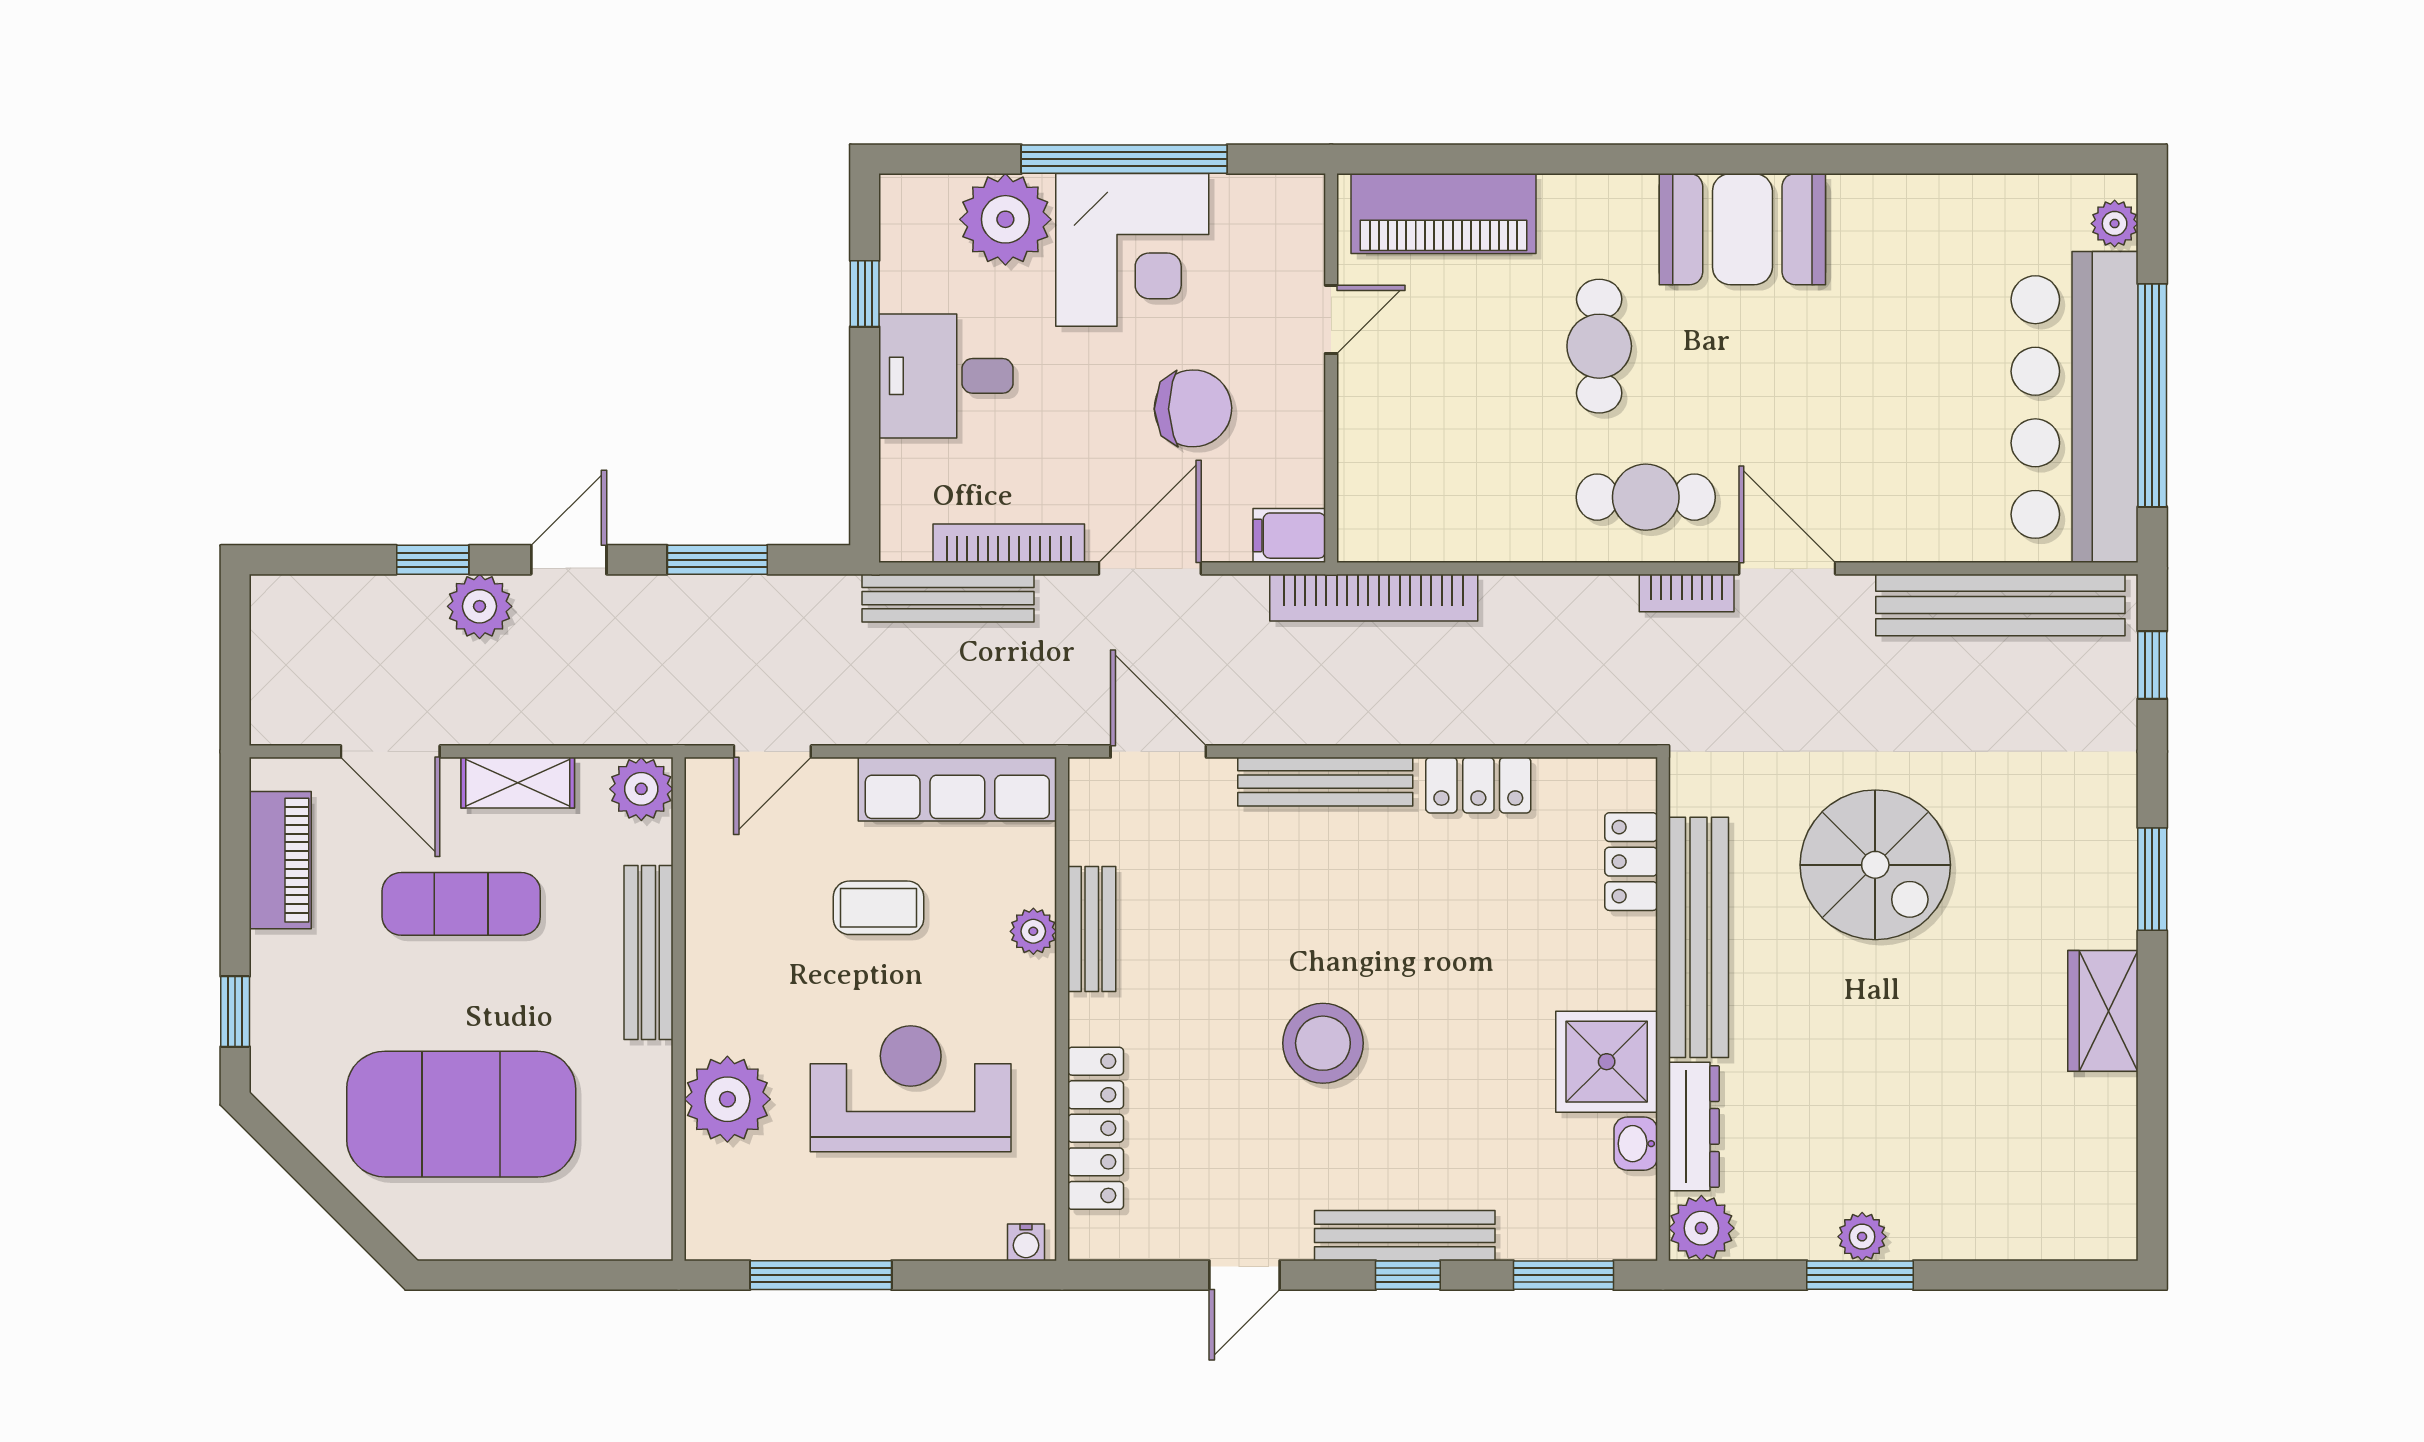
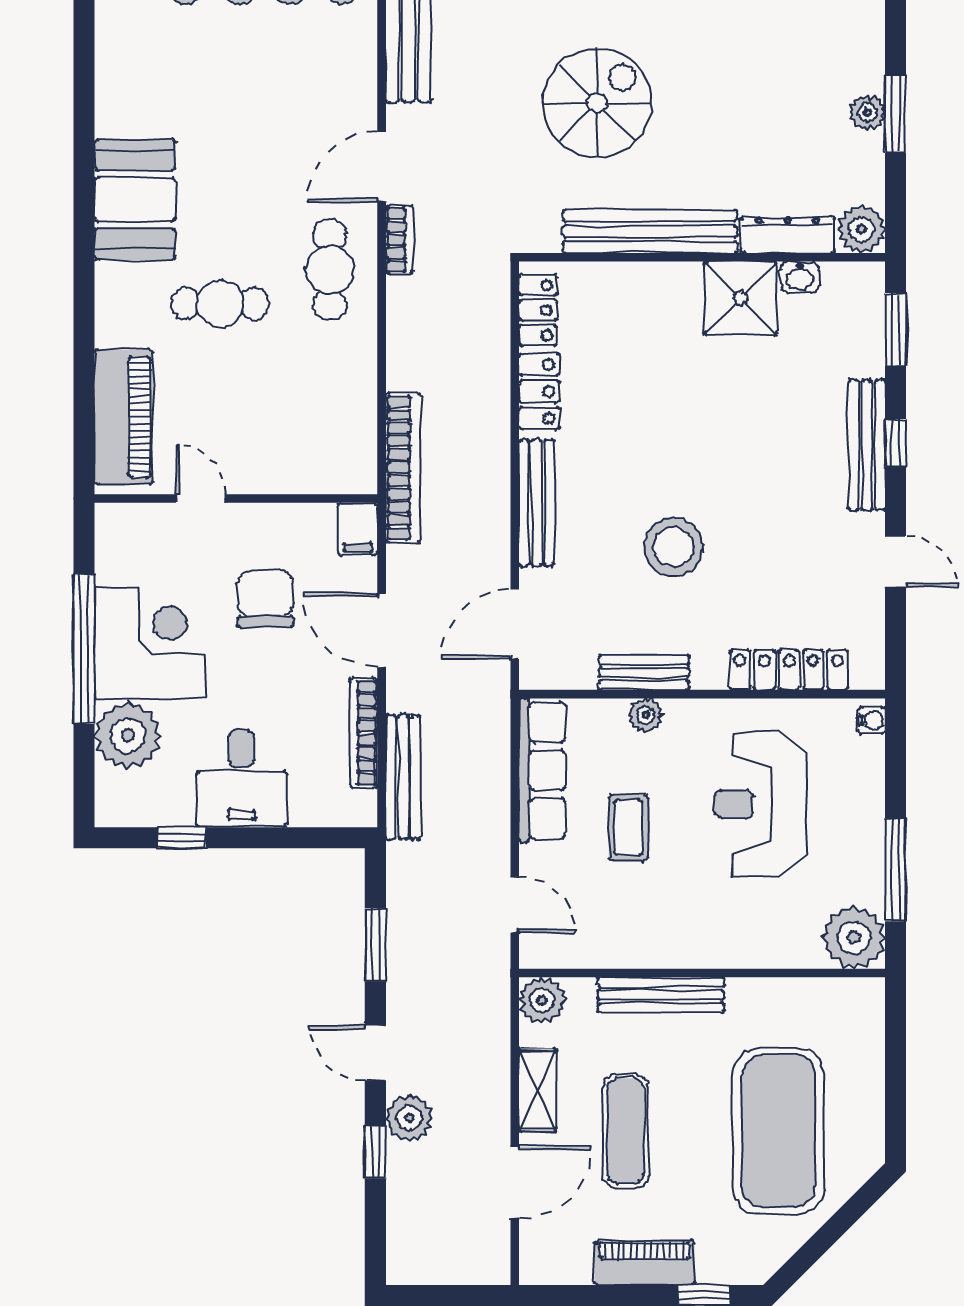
piano: (280, 860) -> (644, 1263), moved
locker: (1631, 862) -> (538, 310), moved, turned -90
stool: (1323, 1043) -> (673, 547), moved
plant: (727, 1099) -> (854, 938), moved

